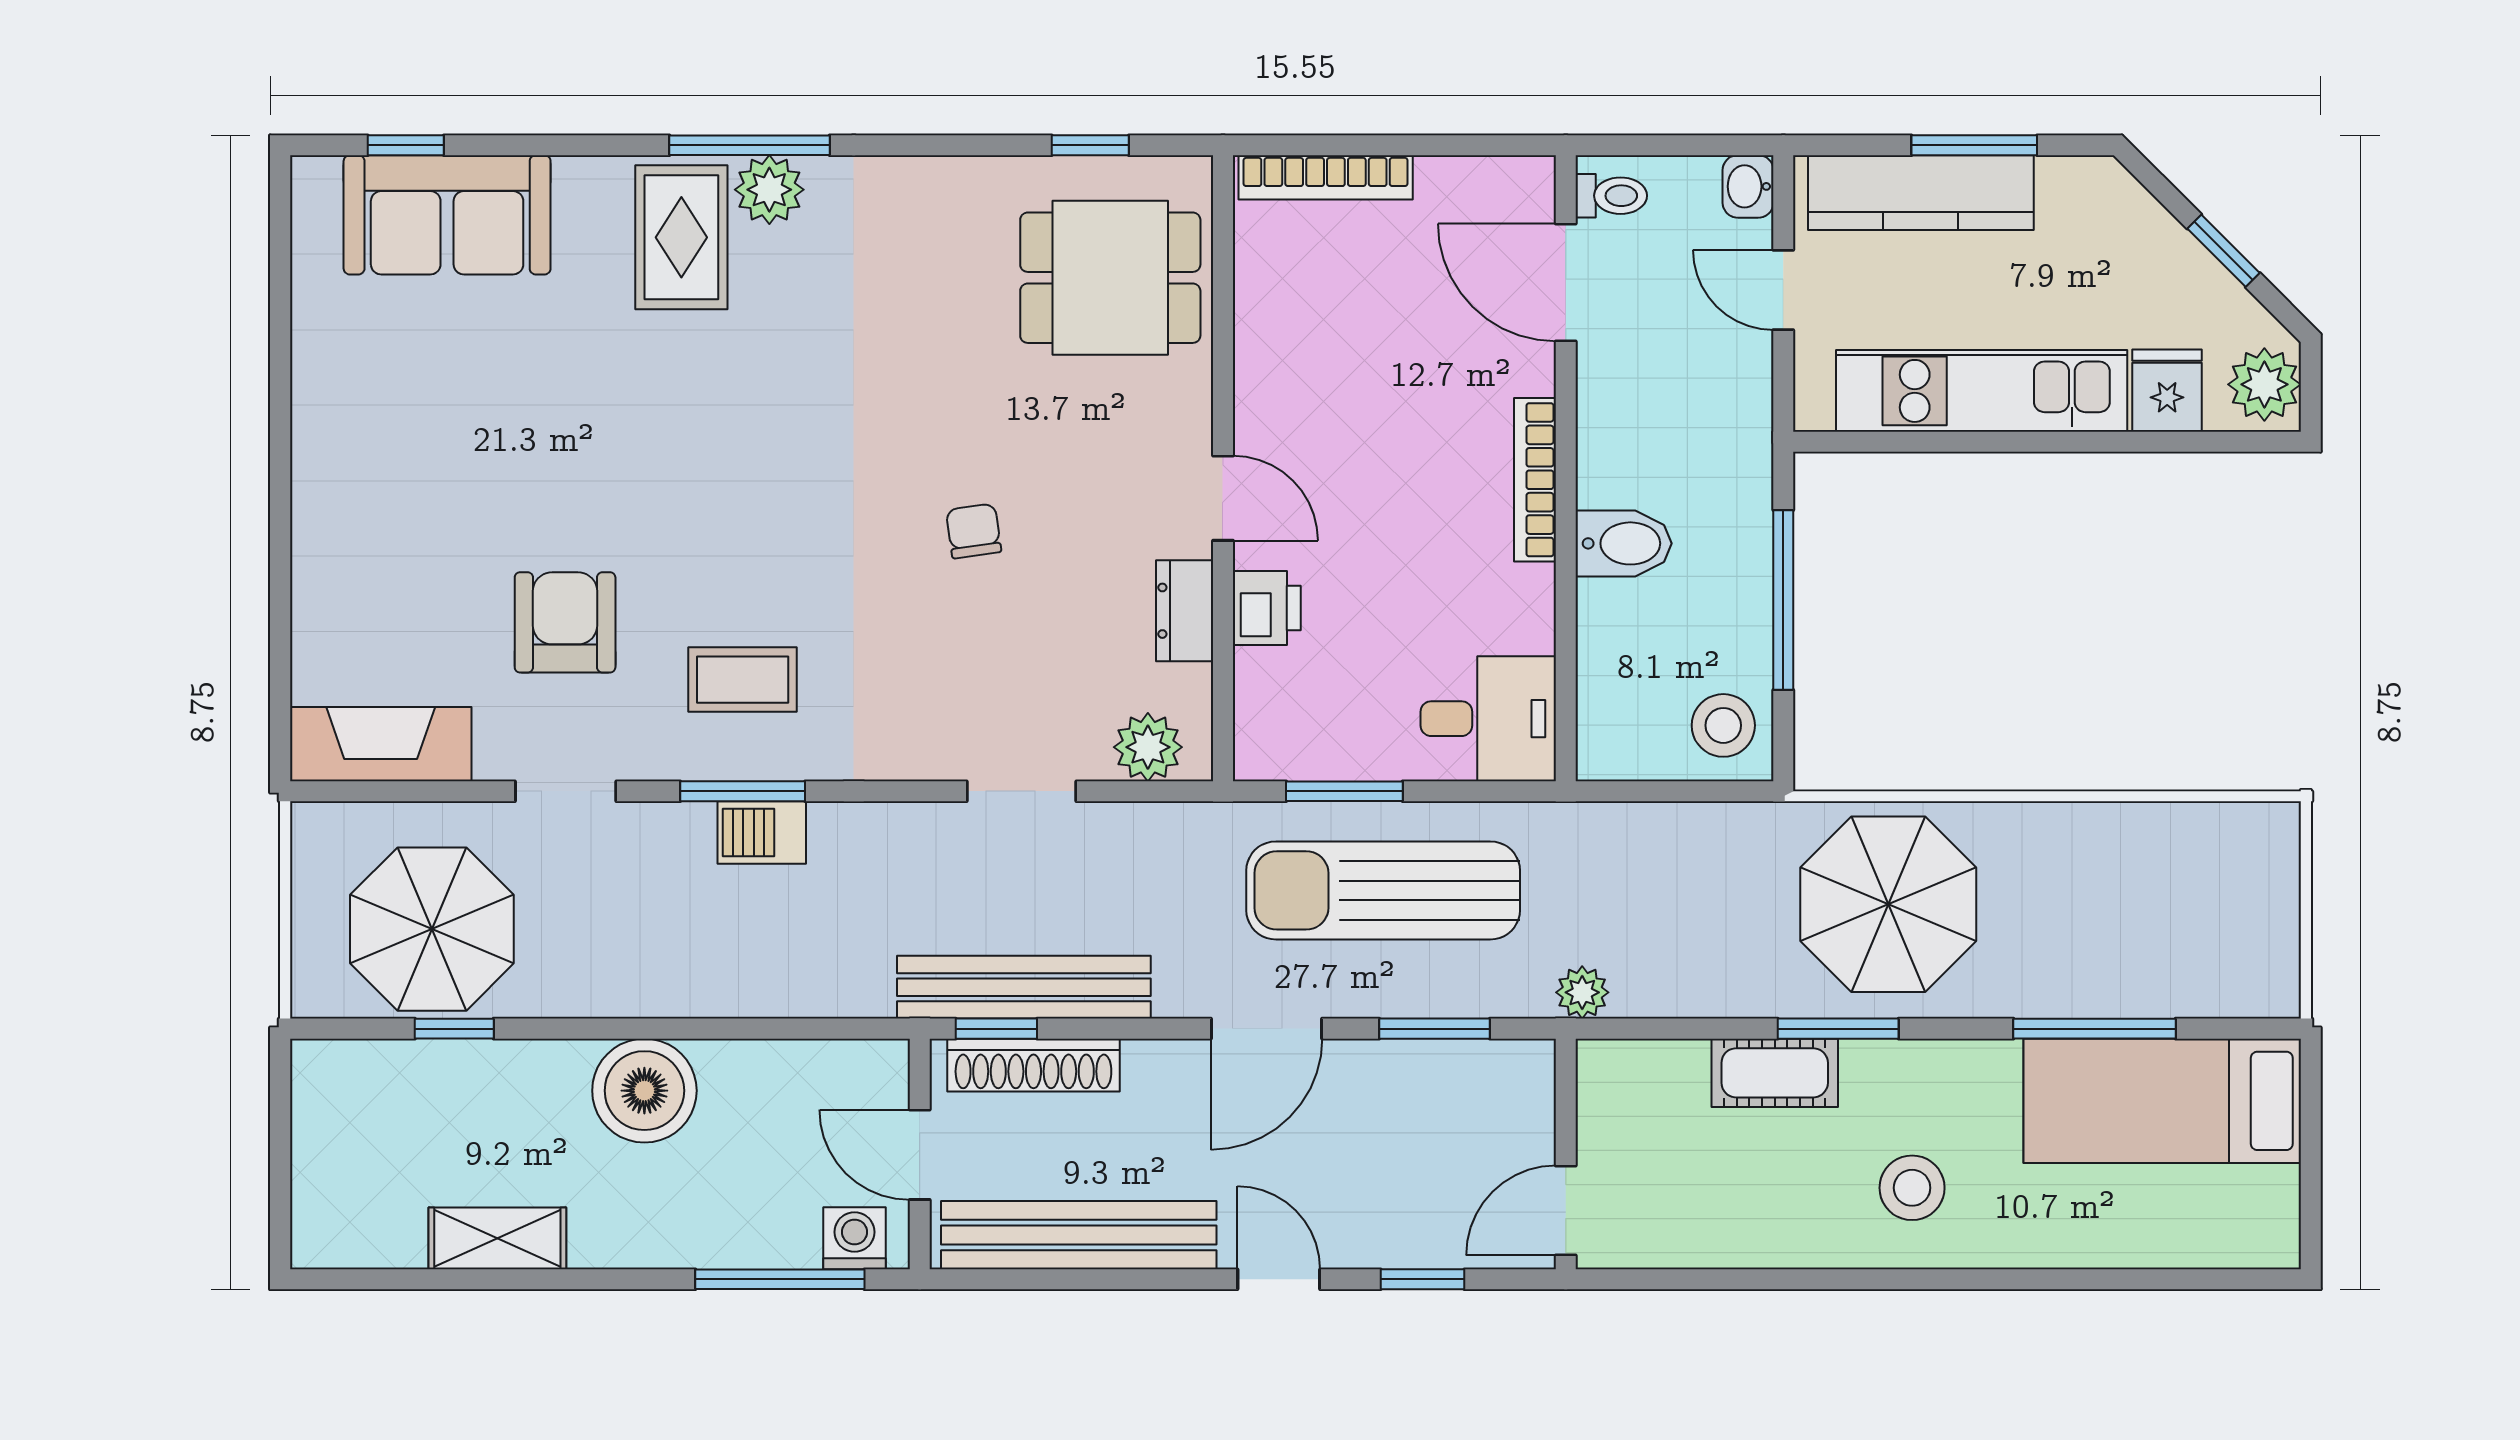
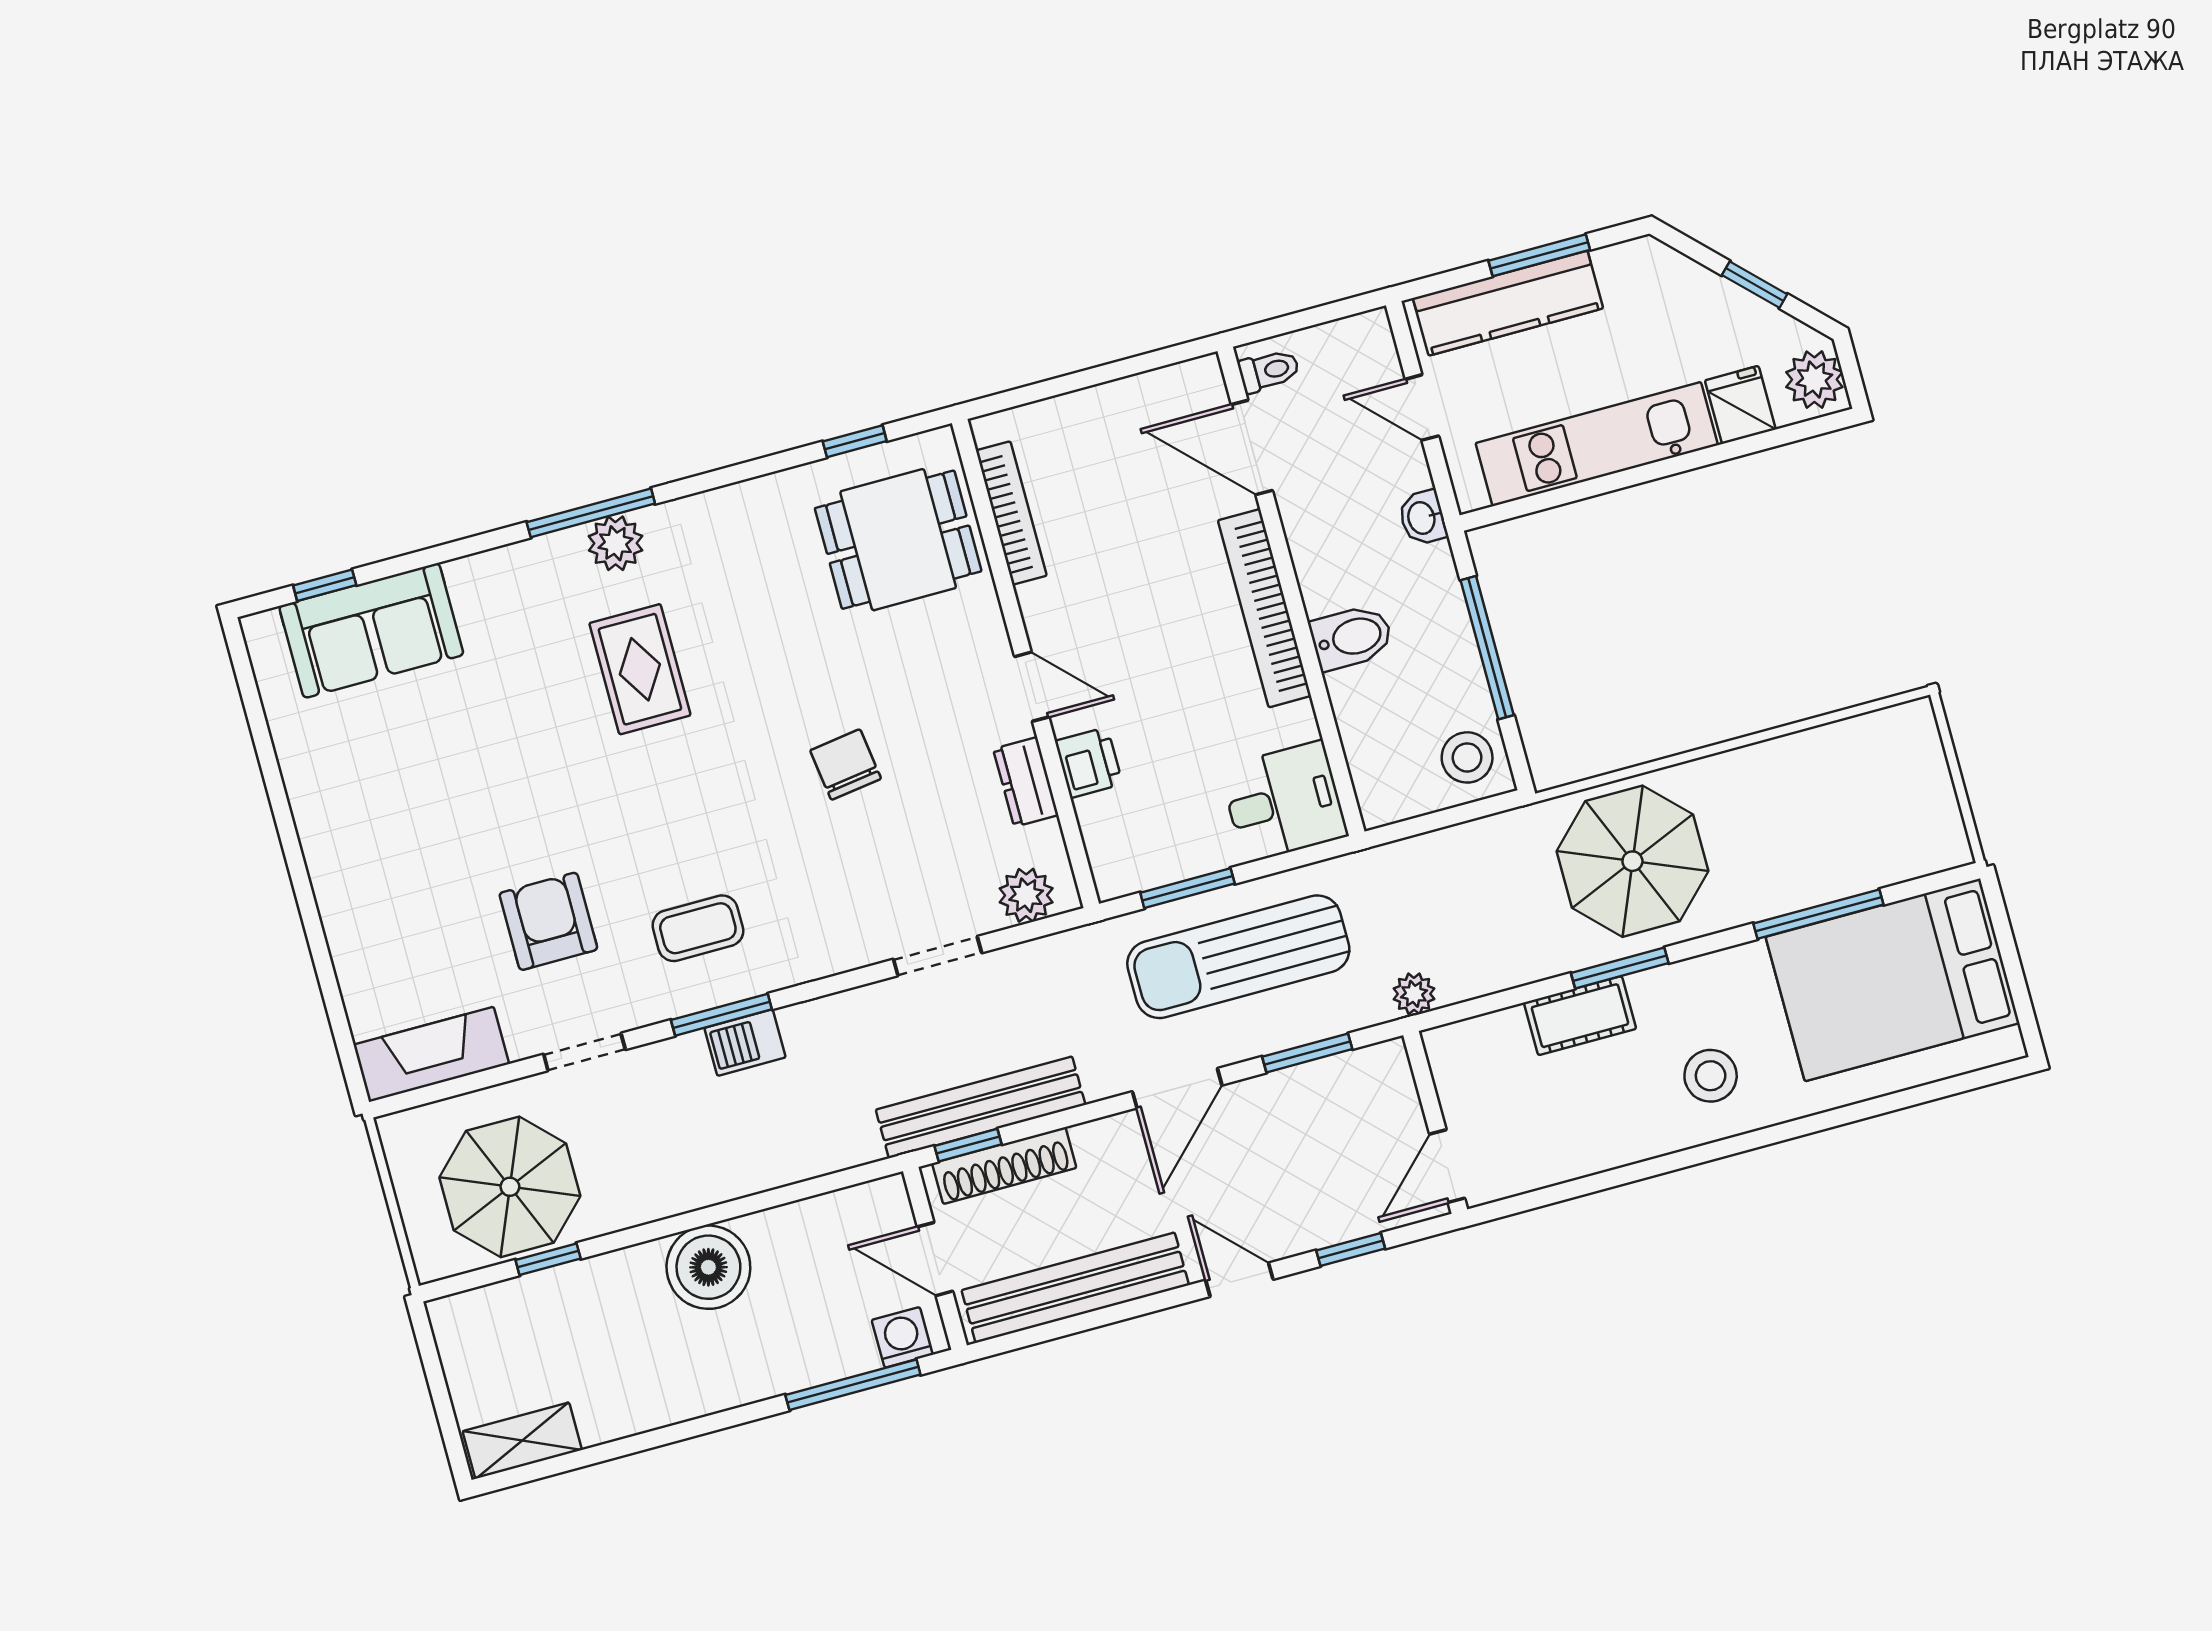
bookcase: (1326, 177) -> (1011, 513), moved, turned -90
washbasin: (1748, 186) -> (1423, 518), moved
rug: (681, 237) -> (640, 669), moved
bookcase: (1535, 480) -> (1264, 608), width x1.48, depth x1.31
chair: (974, 531) -> (846, 765), width x1.37, depth x1.37
bed: (2162, 1101) -> (1893, 980), width x1.50
shelving: (497, 1238) -> (522, 1441), moved

